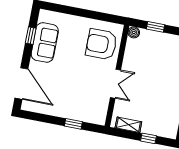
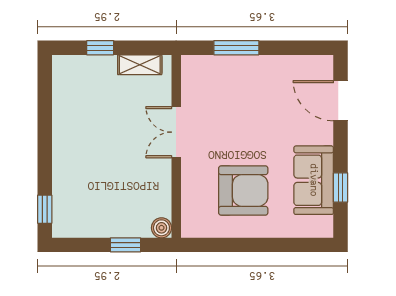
armchair: (101, 44) -> (243, 190), moved
door: (21, 84) -> (341, 101), width x0.73
window: (73, 124) -> (236, 48), width x1.50

